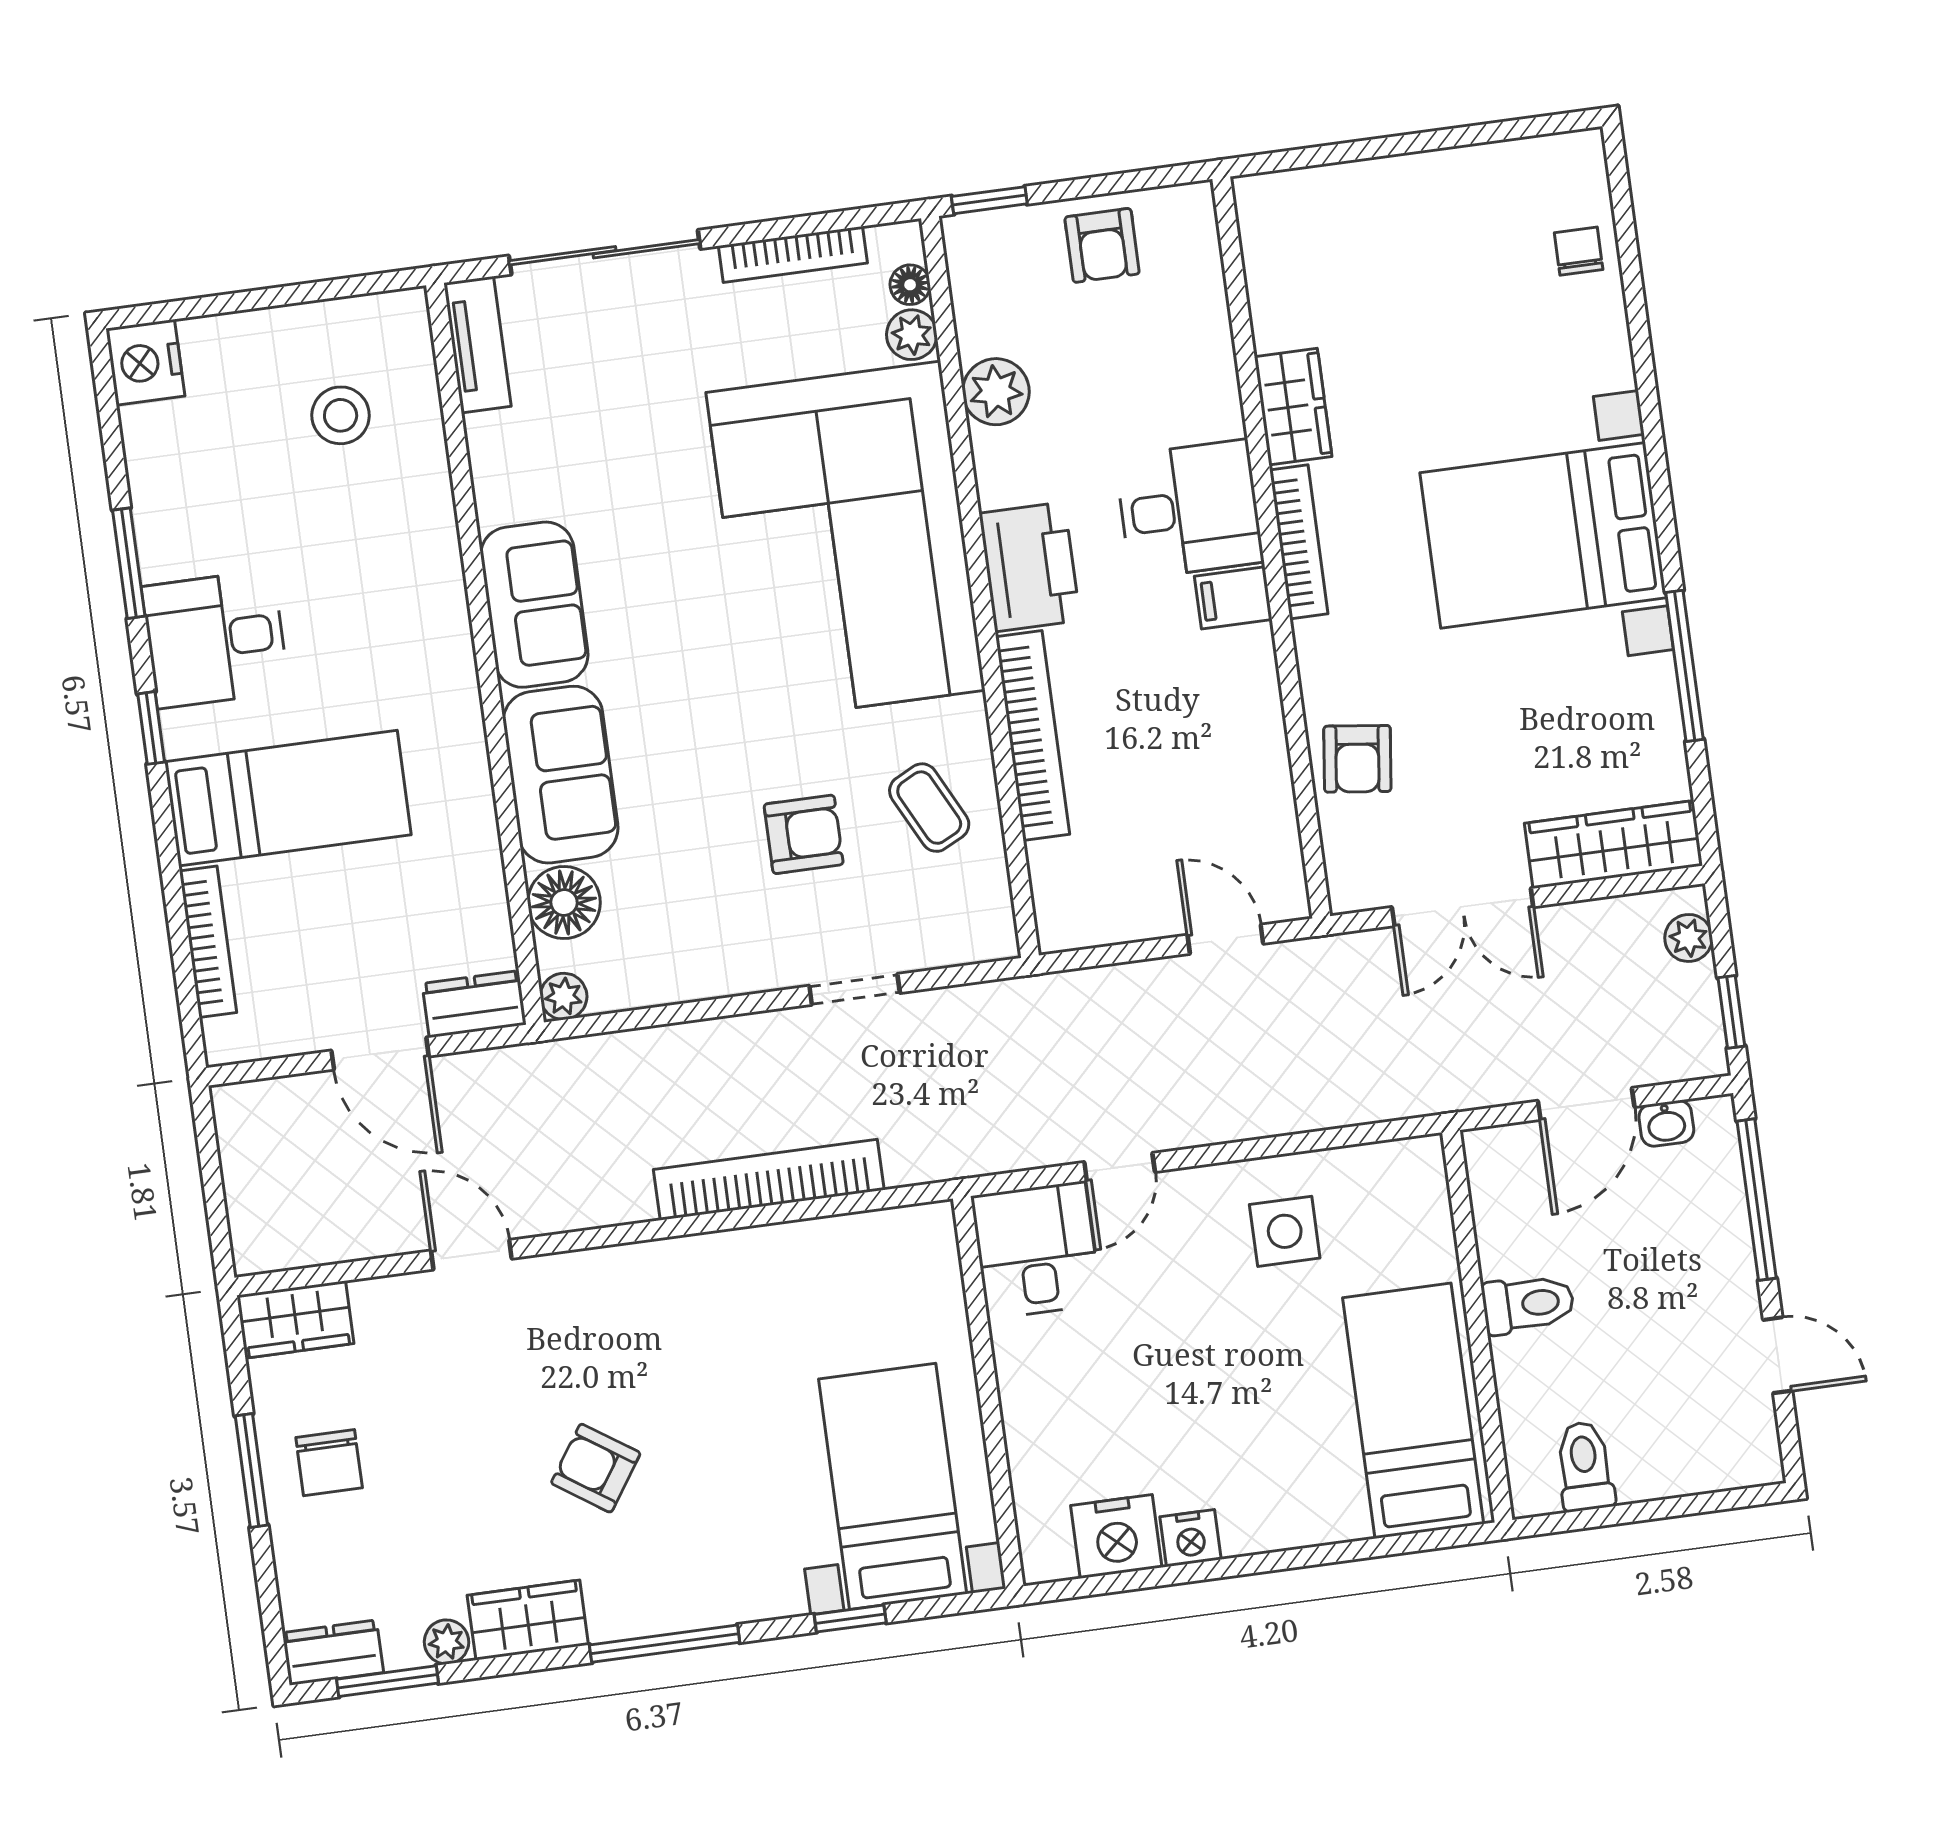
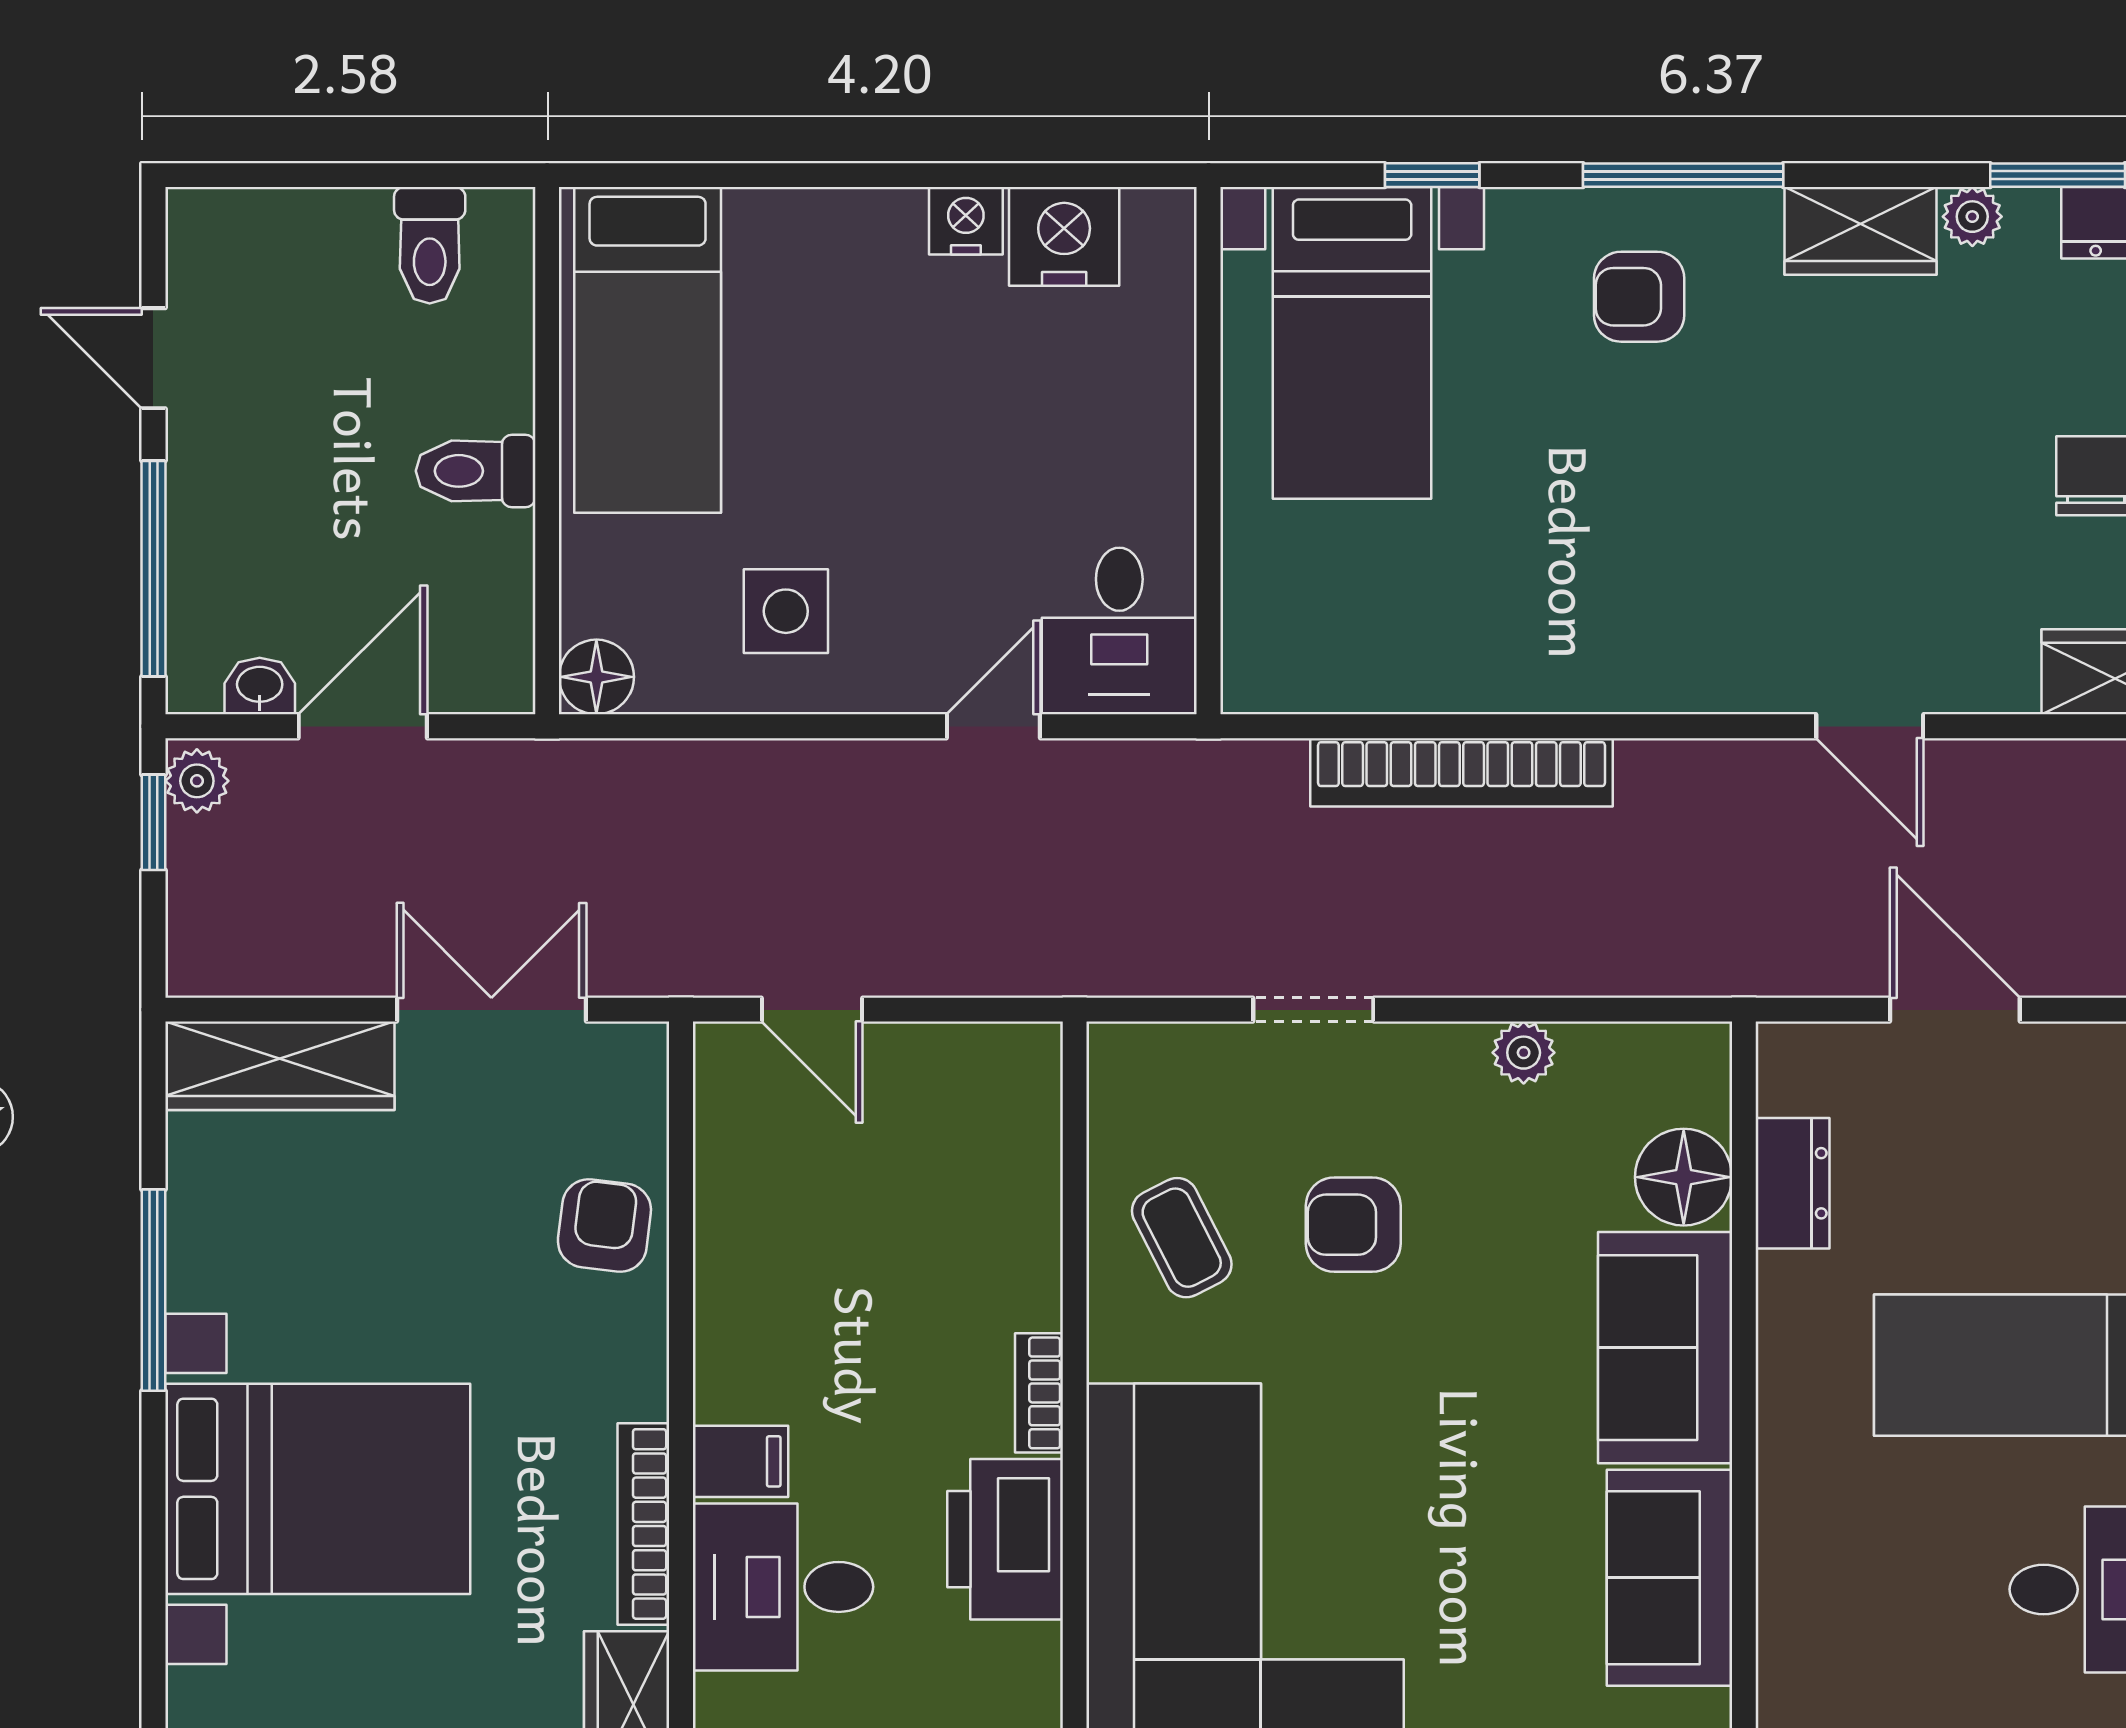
bookcase: (1033, 736) -> (1039, 1393), width x0.43, depth x0.76
plant: (1689, 938) -> (197, 781), moved
plant: (564, 996) -> (1524, 1053), moved
dresser: (474, 1004) -> (1792, 1183), moved, turned -90
floor lamp: (1418, 1164) -> (596, 677), added
armchair: (596, 1468) -> (1639, 297), moved, turned 146

